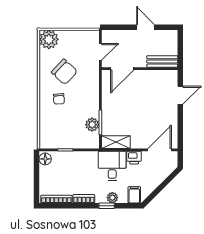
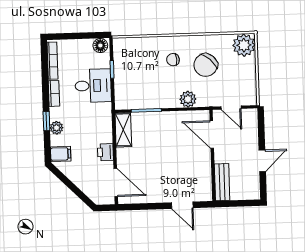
plant: (92, 125) -> (188, 99), moved
desk: (112, 166) -> (93, 86), moved

